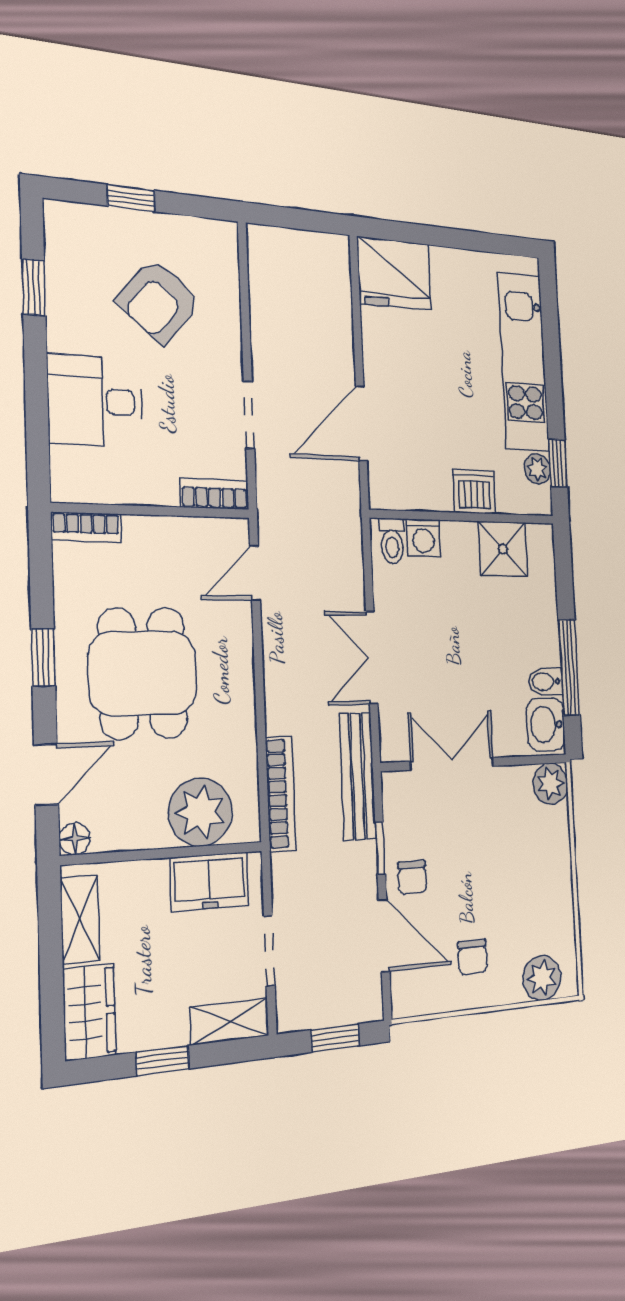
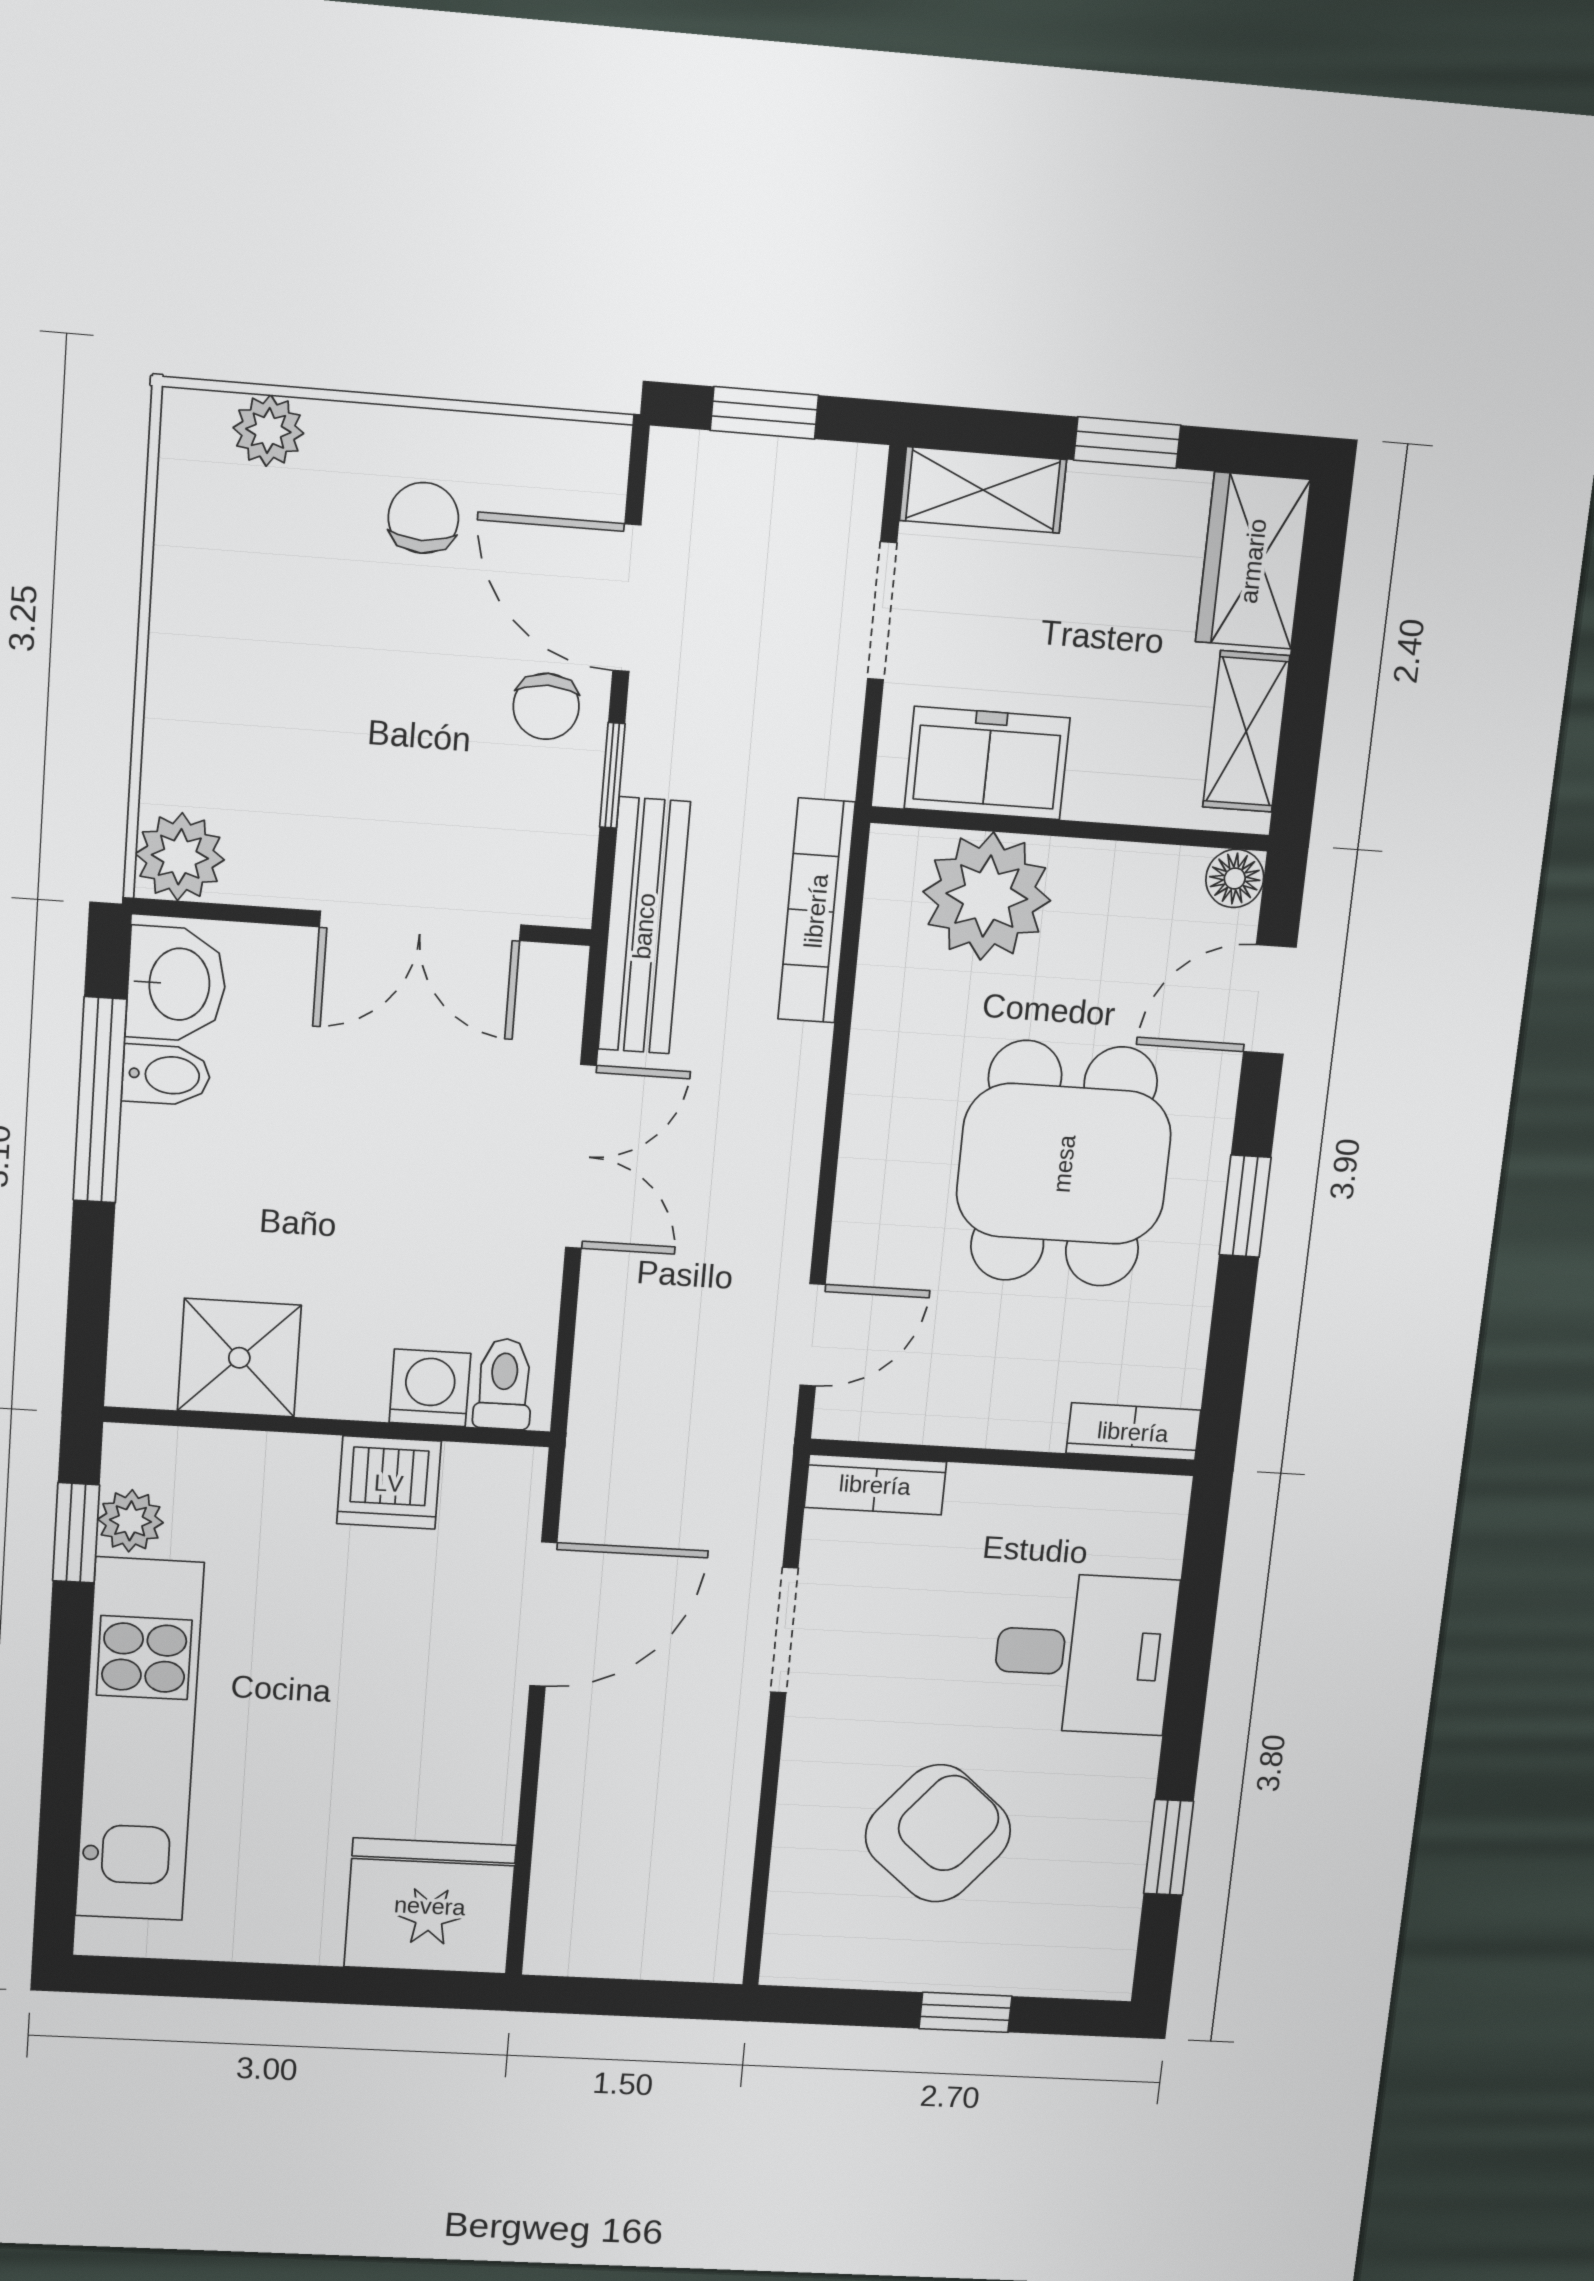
dishwasher: (474, 492) -> (389, 1483), moved
chair: (412, 877) -> (546, 706), turned 180
plant: (542, 978) -> (268, 431), width x0.73, depth x0.73

